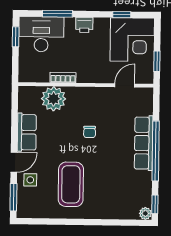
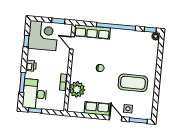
row of seats: (144, 143) -> (92, 32), moved

